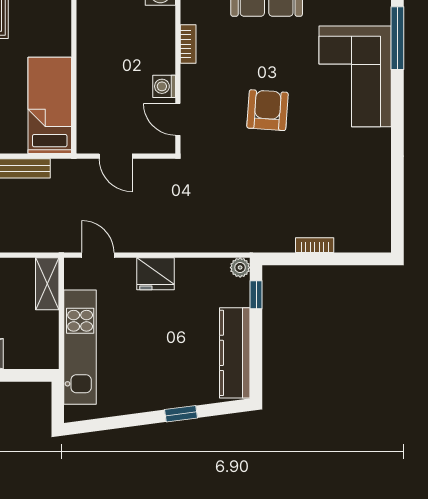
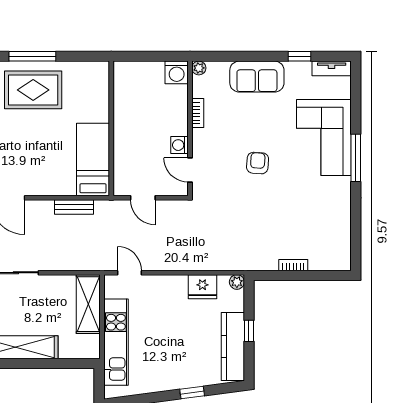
window: (397, 38) -> (356, 158), moved
armchair: (267, 110) -> (258, 163), width x0.72, depth x0.72
fridge: (155, 274) -> (202, 287), moved
shelving: (47, 284) -> (88, 304), width x1.50, depth x1.33
window: (256, 295) -> (249, 331), moved

